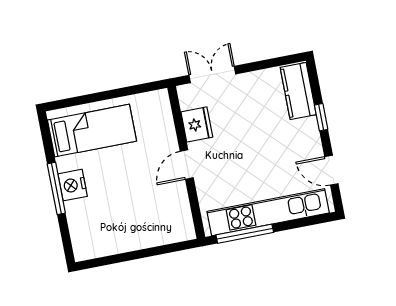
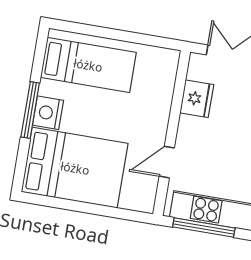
door: (187, 165) -> (167, 162), moved
bed: (114, 224) -> (75, 168), added

